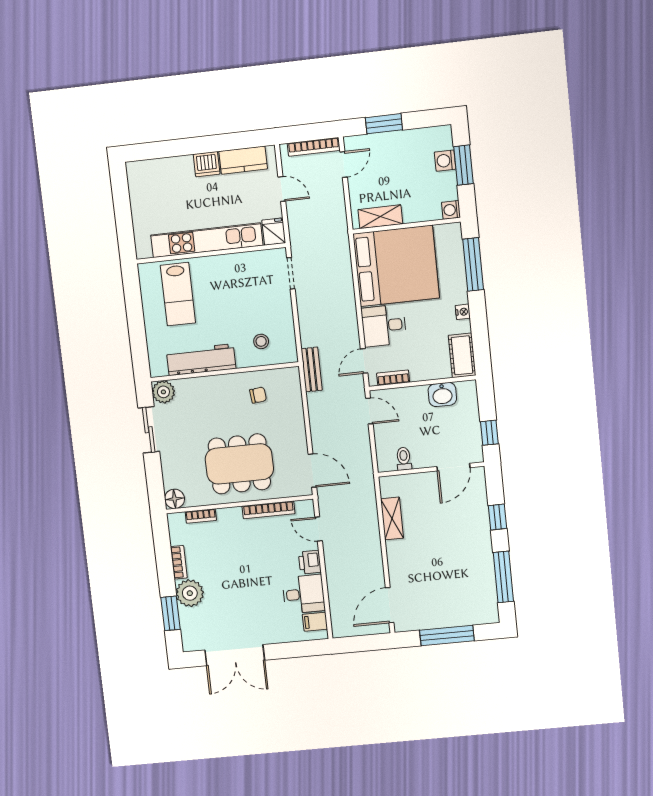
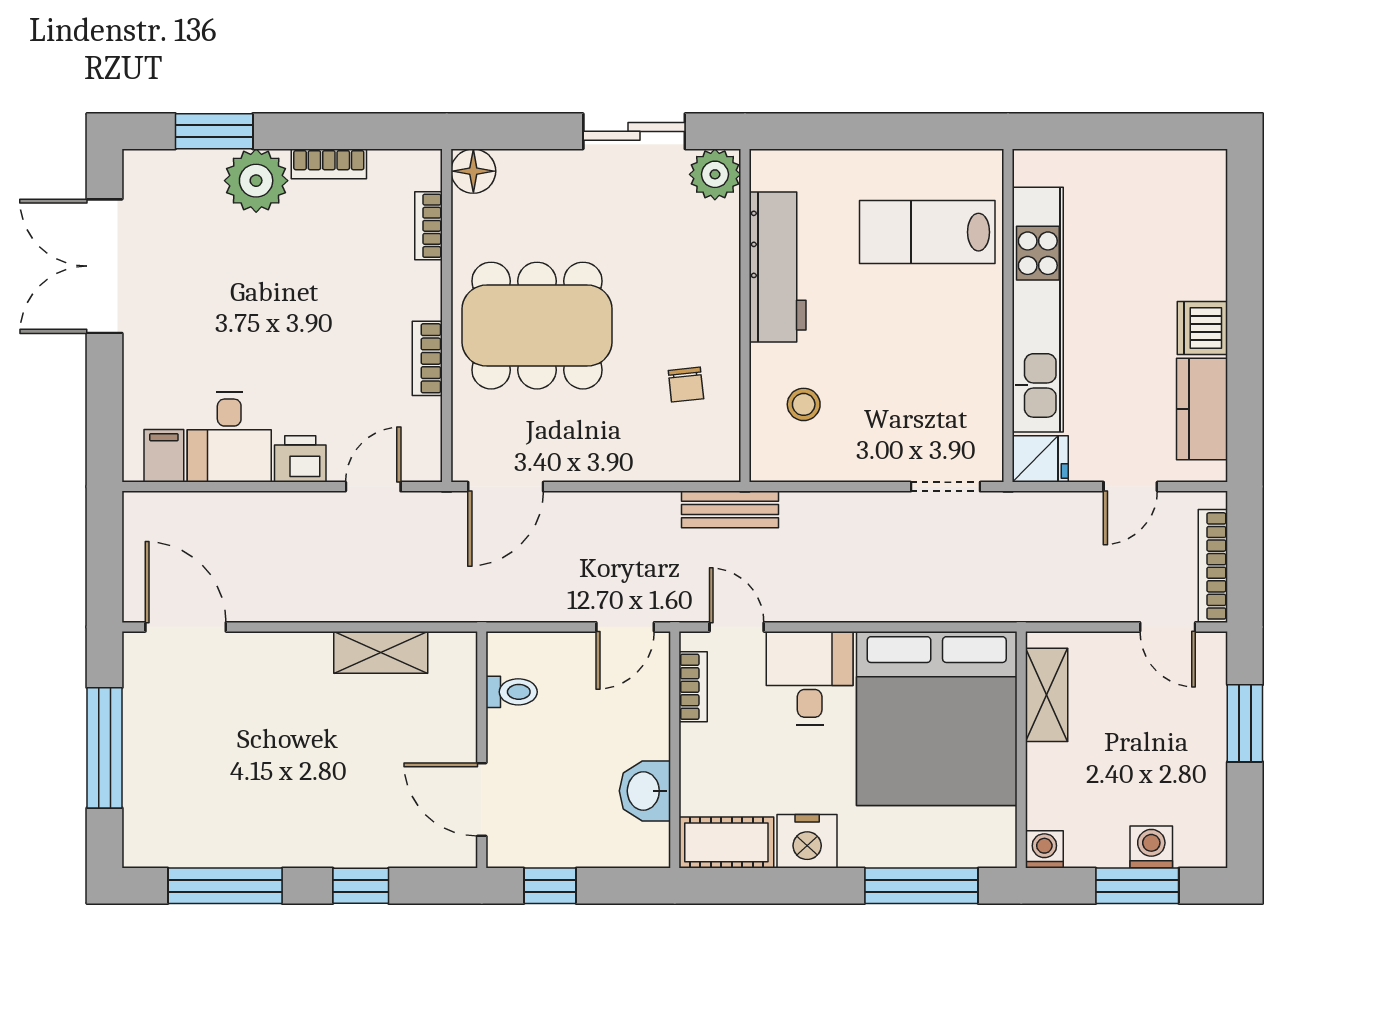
nightstand: (463, 312) -> (807, 841), width x1.89, depth x1.79
dining table: (239, 464) -> (537, 326), turned 90
bookcase: (269, 510) -> (427, 358), width x0.64

